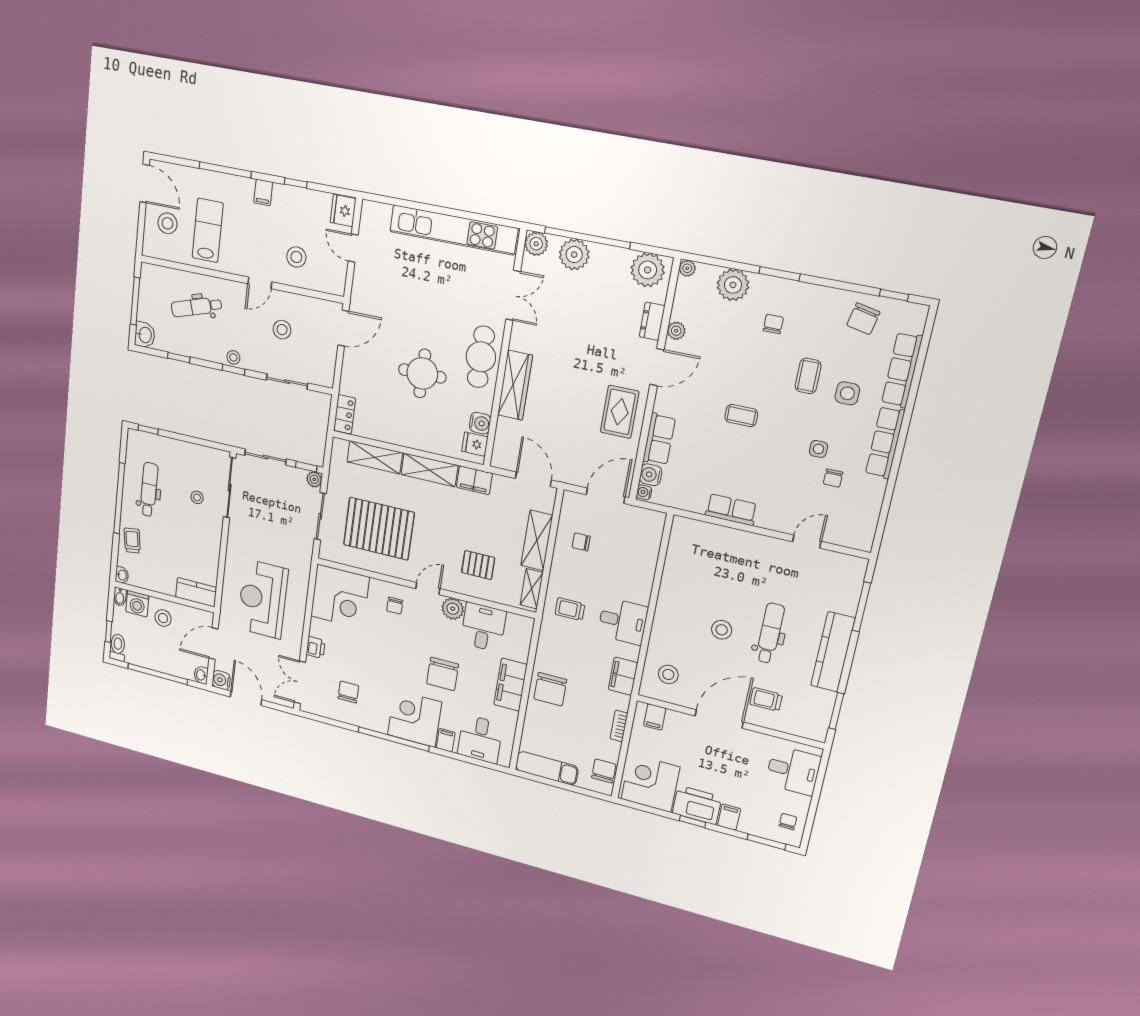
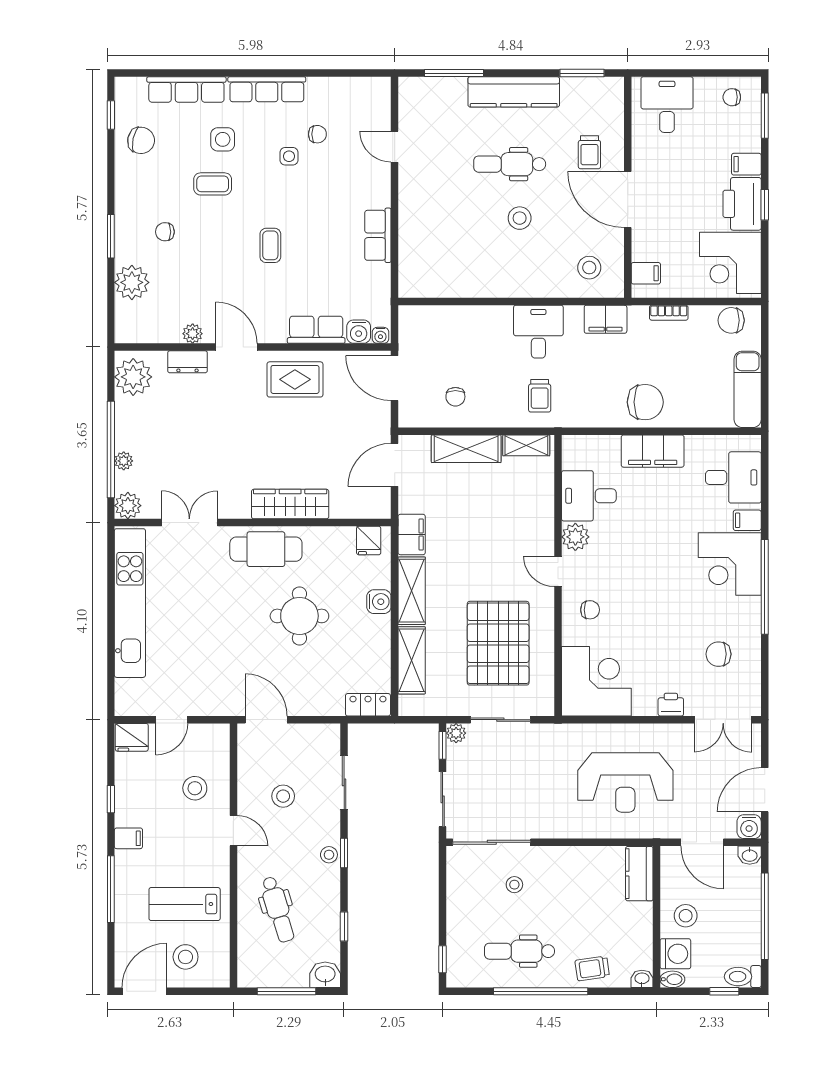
plant: (574, 255) -> (124, 461), width x0.53, depth x0.53
plant: (687, 268) -> (123, 335), removed
water cooler: (480, 423) -> (379, 602), moved, turned 90
pallet: (478, 565) -> (513, 514), removed
chair: (443, 674) -> (662, 537), removed

